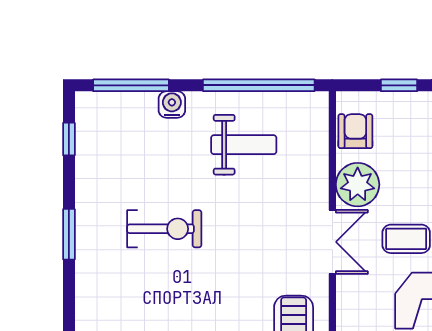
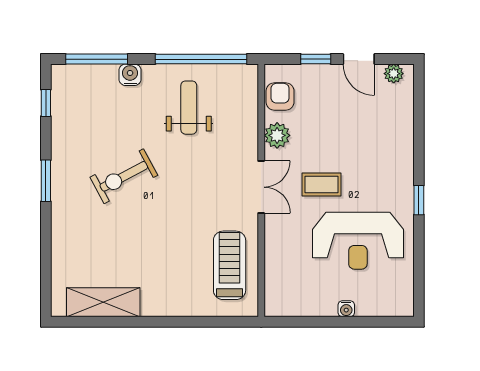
weight bench: (244, 145) -> (189, 108), turned -90
plant: (358, 185) -> (277, 135), width x0.73, depth x0.73
exercise bike: (164, 229) -> (124, 176), turned 152

